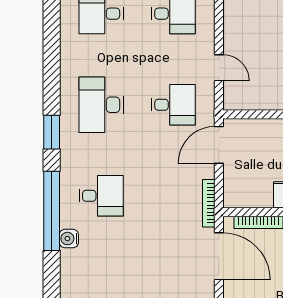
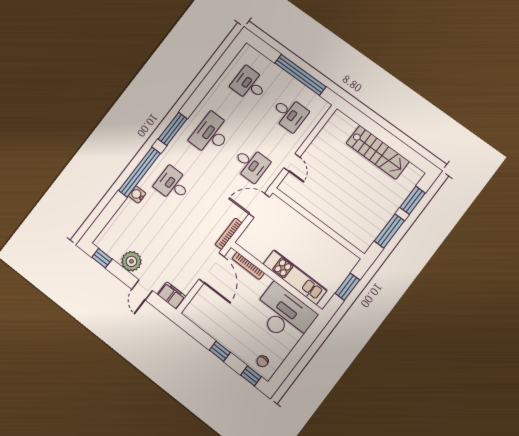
window: (52, 132) -> (173, 129), width x1.44
desk: (101, 196) -> (173, 184), turned 180

